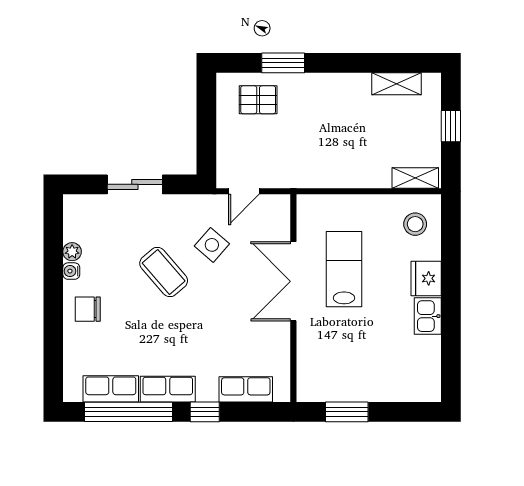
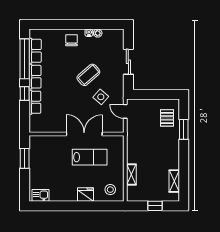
shelving: (415, 178) -> (131, 174), moved
kitchen sink: (428, 316) -> (40, 195), moved
row of seats: (246, 389) -> (35, 102), moved

